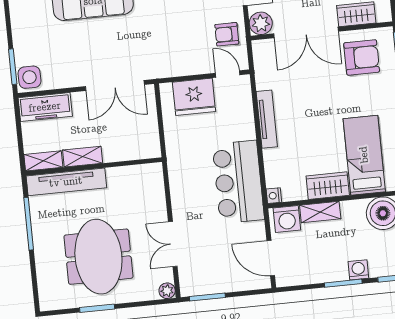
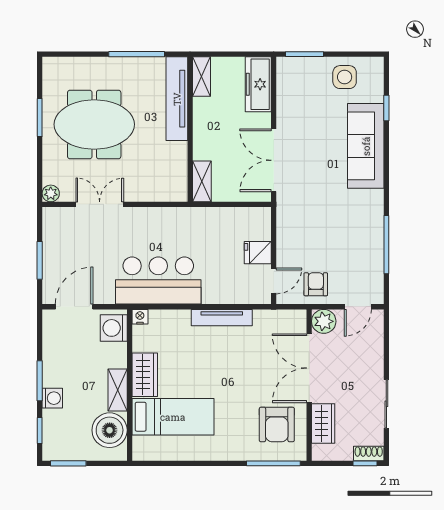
side table: (29, 77) -> (345, 77), moved
fridge: (194, 97) -> (258, 253), width x0.53, depth x0.75
shelving: (83, 157) -> (202, 181), moved
shelving: (320, 212) -> (118, 390), moved
window: (207, 297) -> (40, 260), moved

